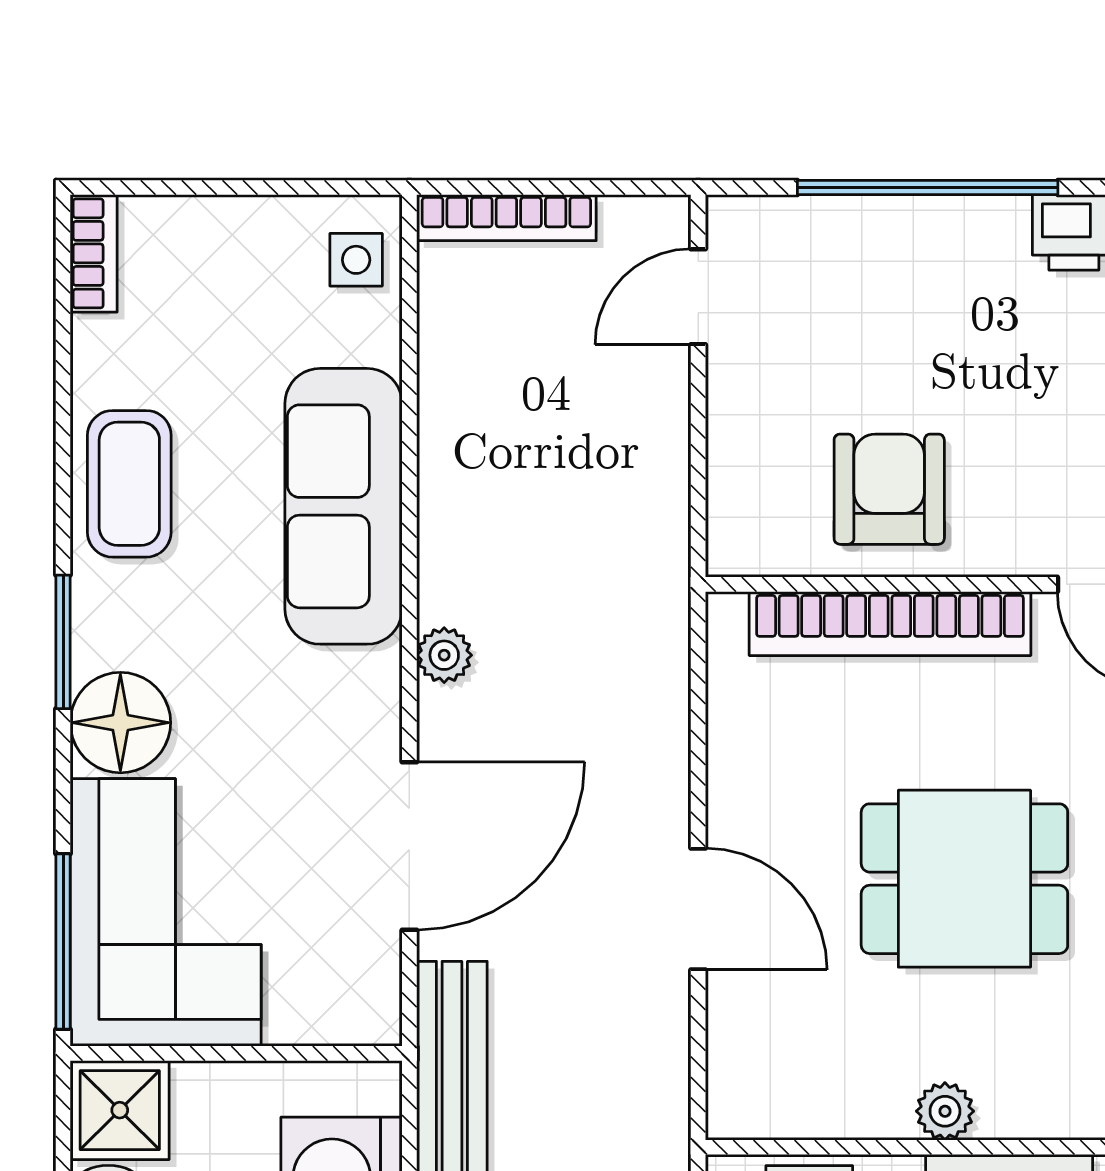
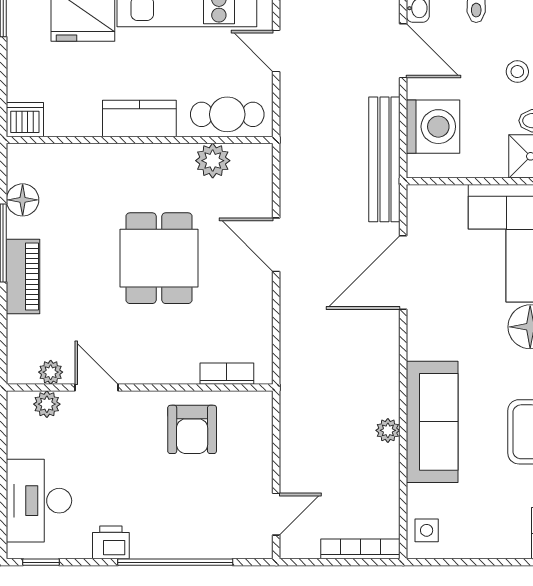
bookcase: (890, 624) -> (227, 374), width x0.43, depth x0.76
plant: (444, 655) -> (388, 430), moved
dining table: (964, 879) -> (159, 258), turned 90
plant: (945, 1111) -> (213, 161), moved, width x1.38, depth x1.38

